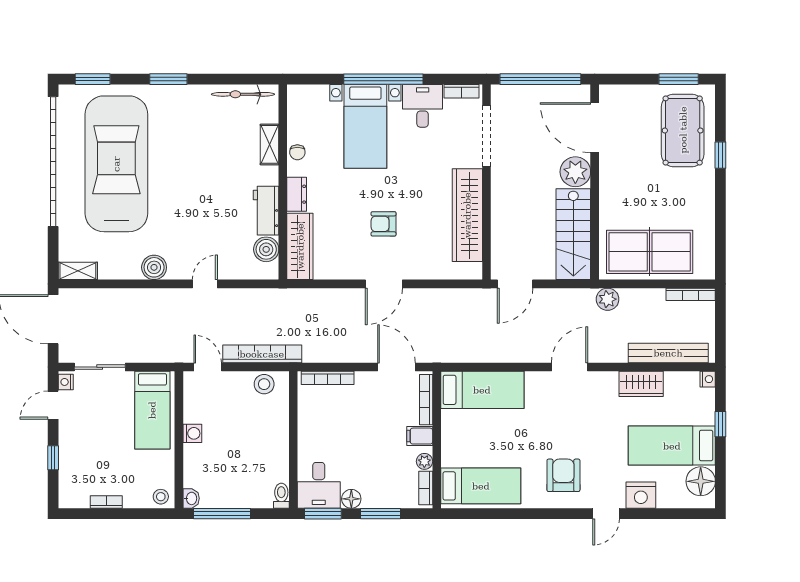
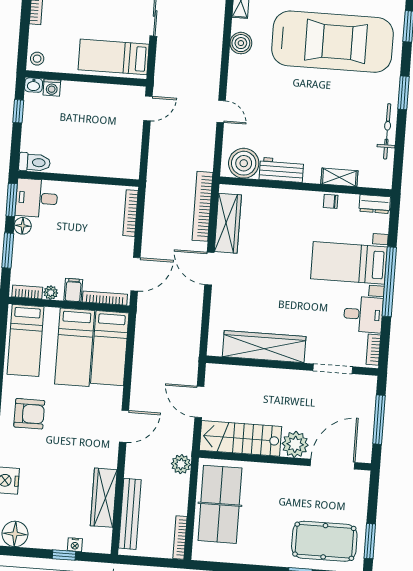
window: (540, 79) -> (379, 420), width x0.68
bicycle: (243, 94) -> (387, 131), moved
doorway: (487, 136) -> (333, 369), width x0.73
dresser: (297, 194) -> (375, 204), moved
armchair: (384, 224) -> (262, 272), removed
wardrobe: (300, 246) -> (228, 223), moved, turned -90
boiler: (266, 249) -> (244, 163), width x1.37, depth x1.37
boiler: (154, 267) -> (241, 43), moved
door: (515, 284) -> (199, 402), moved
bookcase: (262, 354) -> (202, 206), moved, turned 180
door: (570, 367) -> (124, 426), hinge flipped
nightstand: (708, 379) -> (75, 545), moved
stool: (264, 384) -> (129, 157), removed
wardrobe: (641, 384) -> (104, 498), width x1.50
washing machine: (192, 433) -> (52, 88), moved
bed: (672, 446) -> (75, 347), moved, turned 180
toilet: (281, 496) -> (34, 162), width x1.37, depth x1.39
window: (222, 514) -> (18, 111), width x0.46

